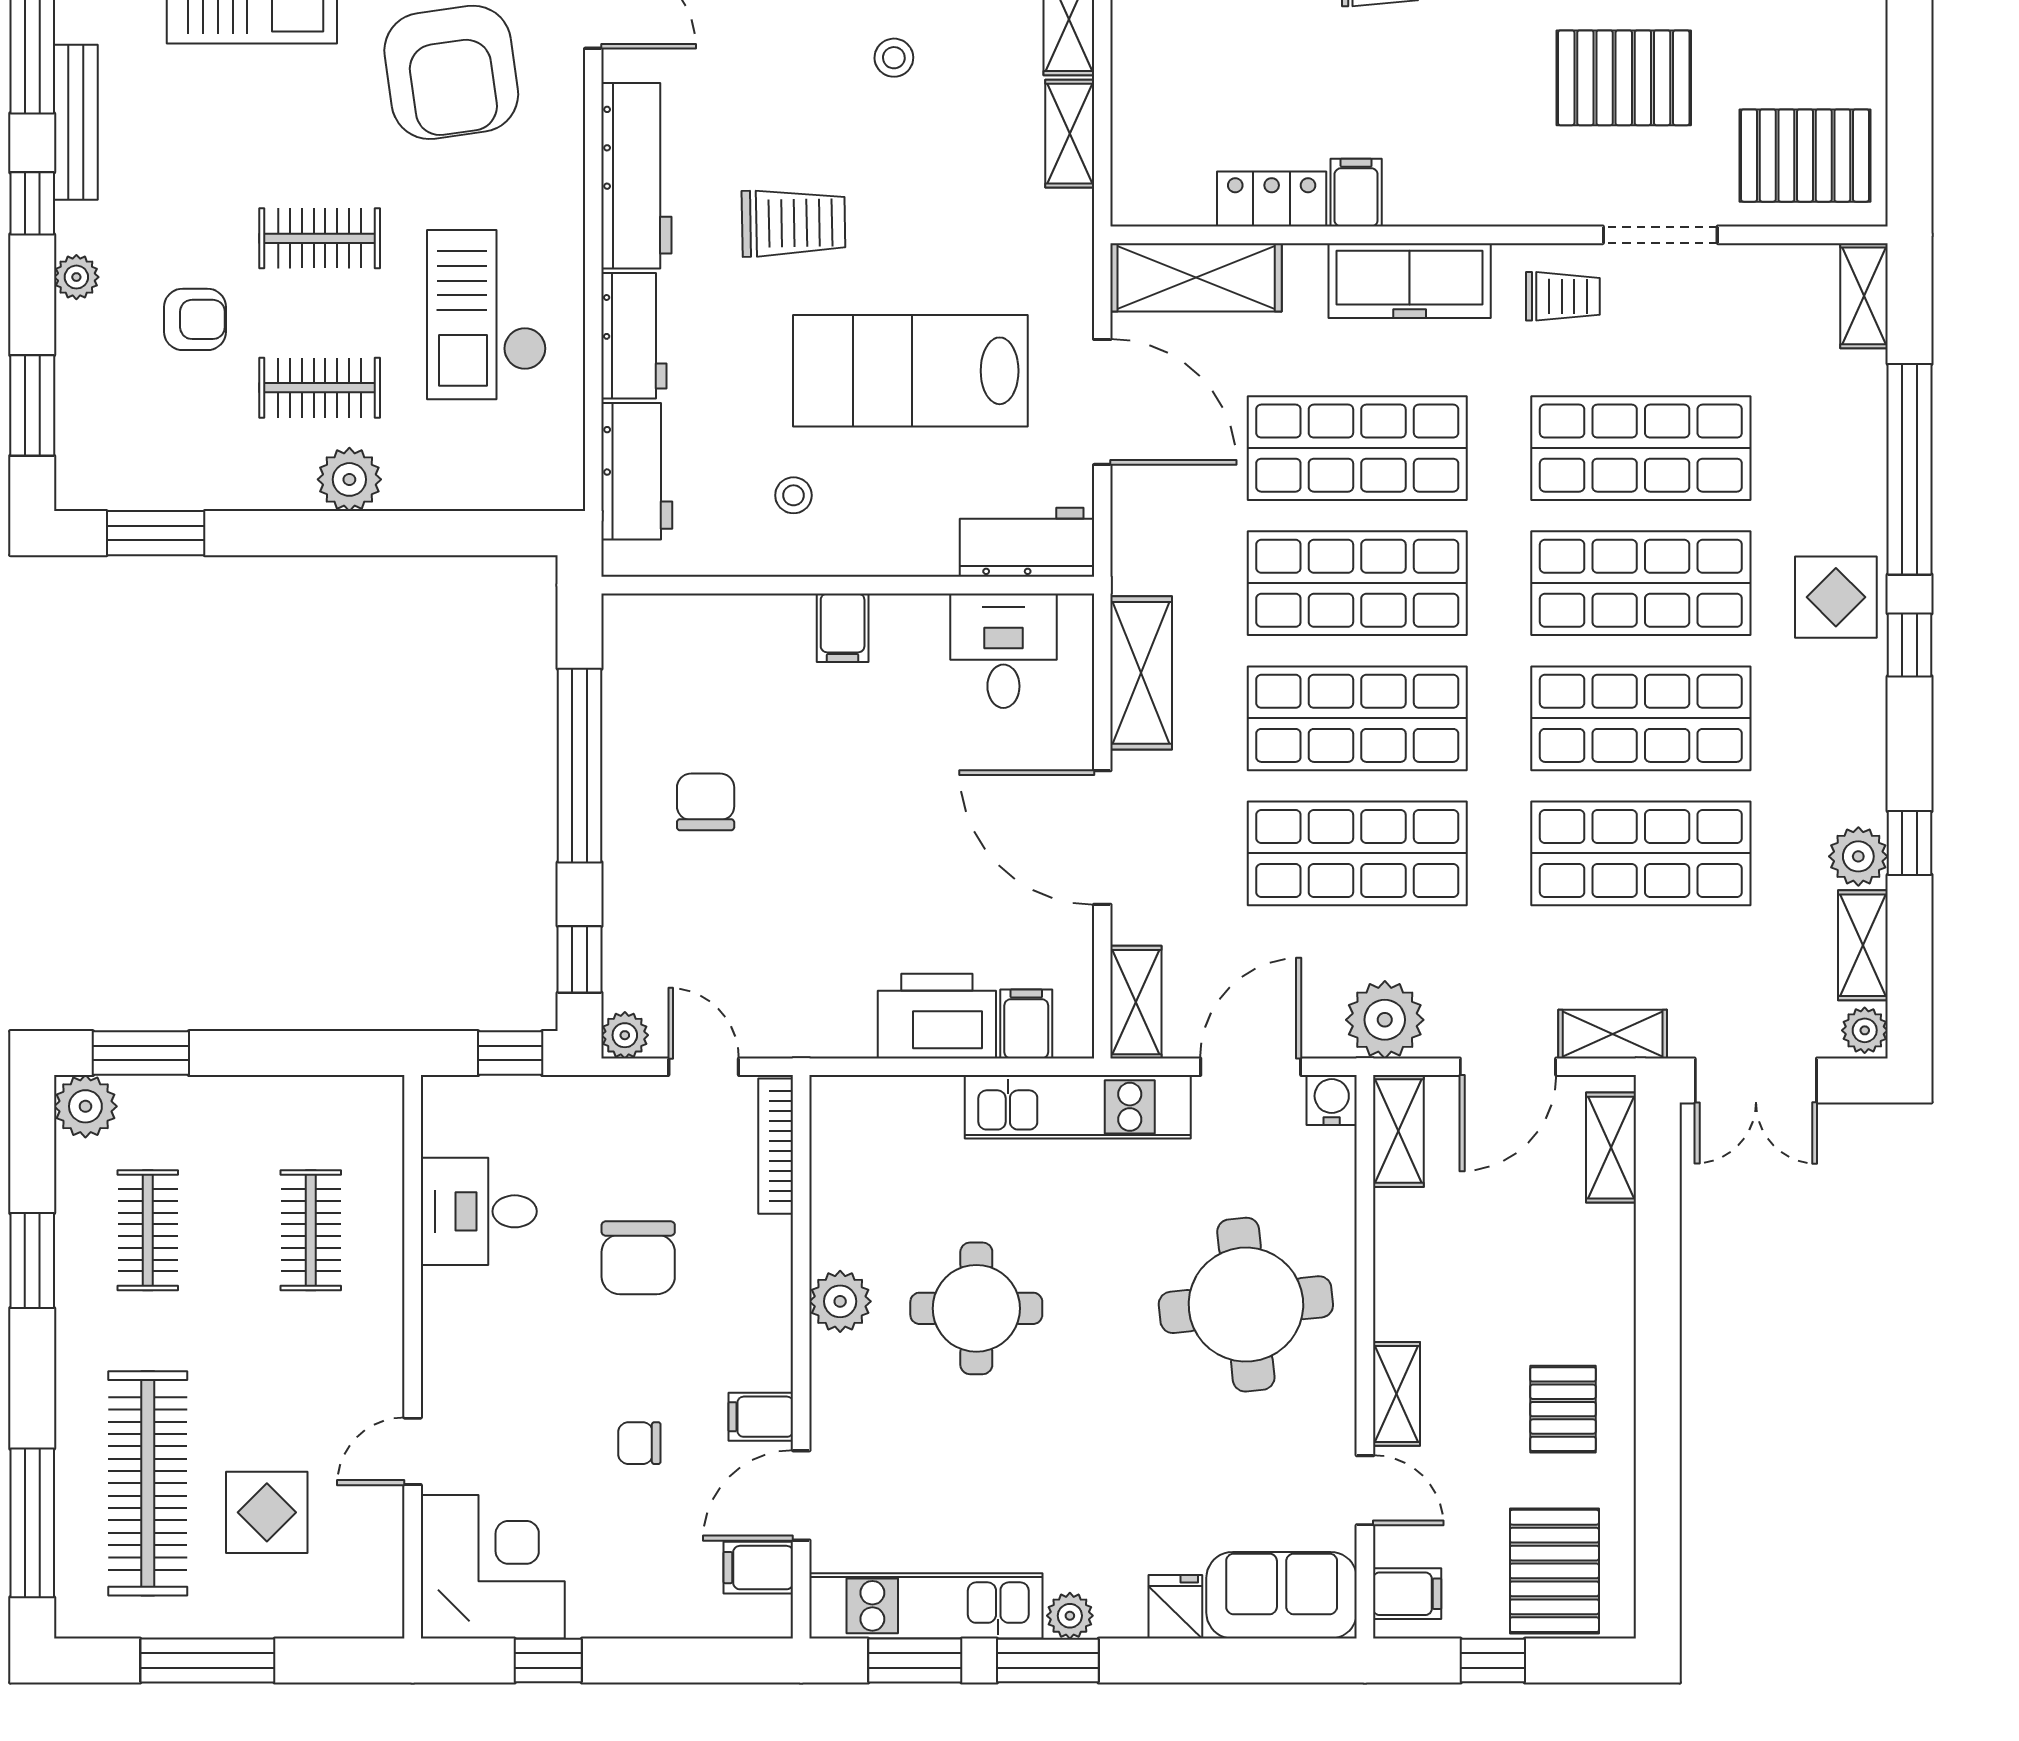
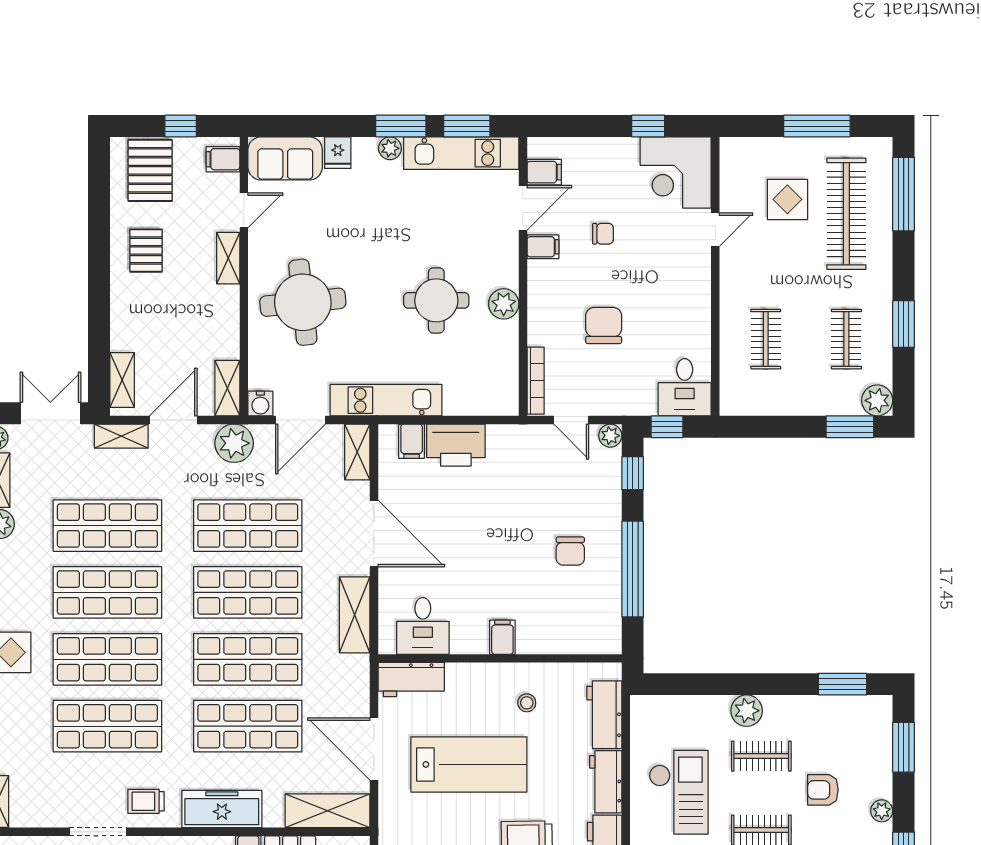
desk: (479, 1211) -> (685, 387), moved, turned 90
door: (1365, 1490) -> (244, 210), swing flipped

